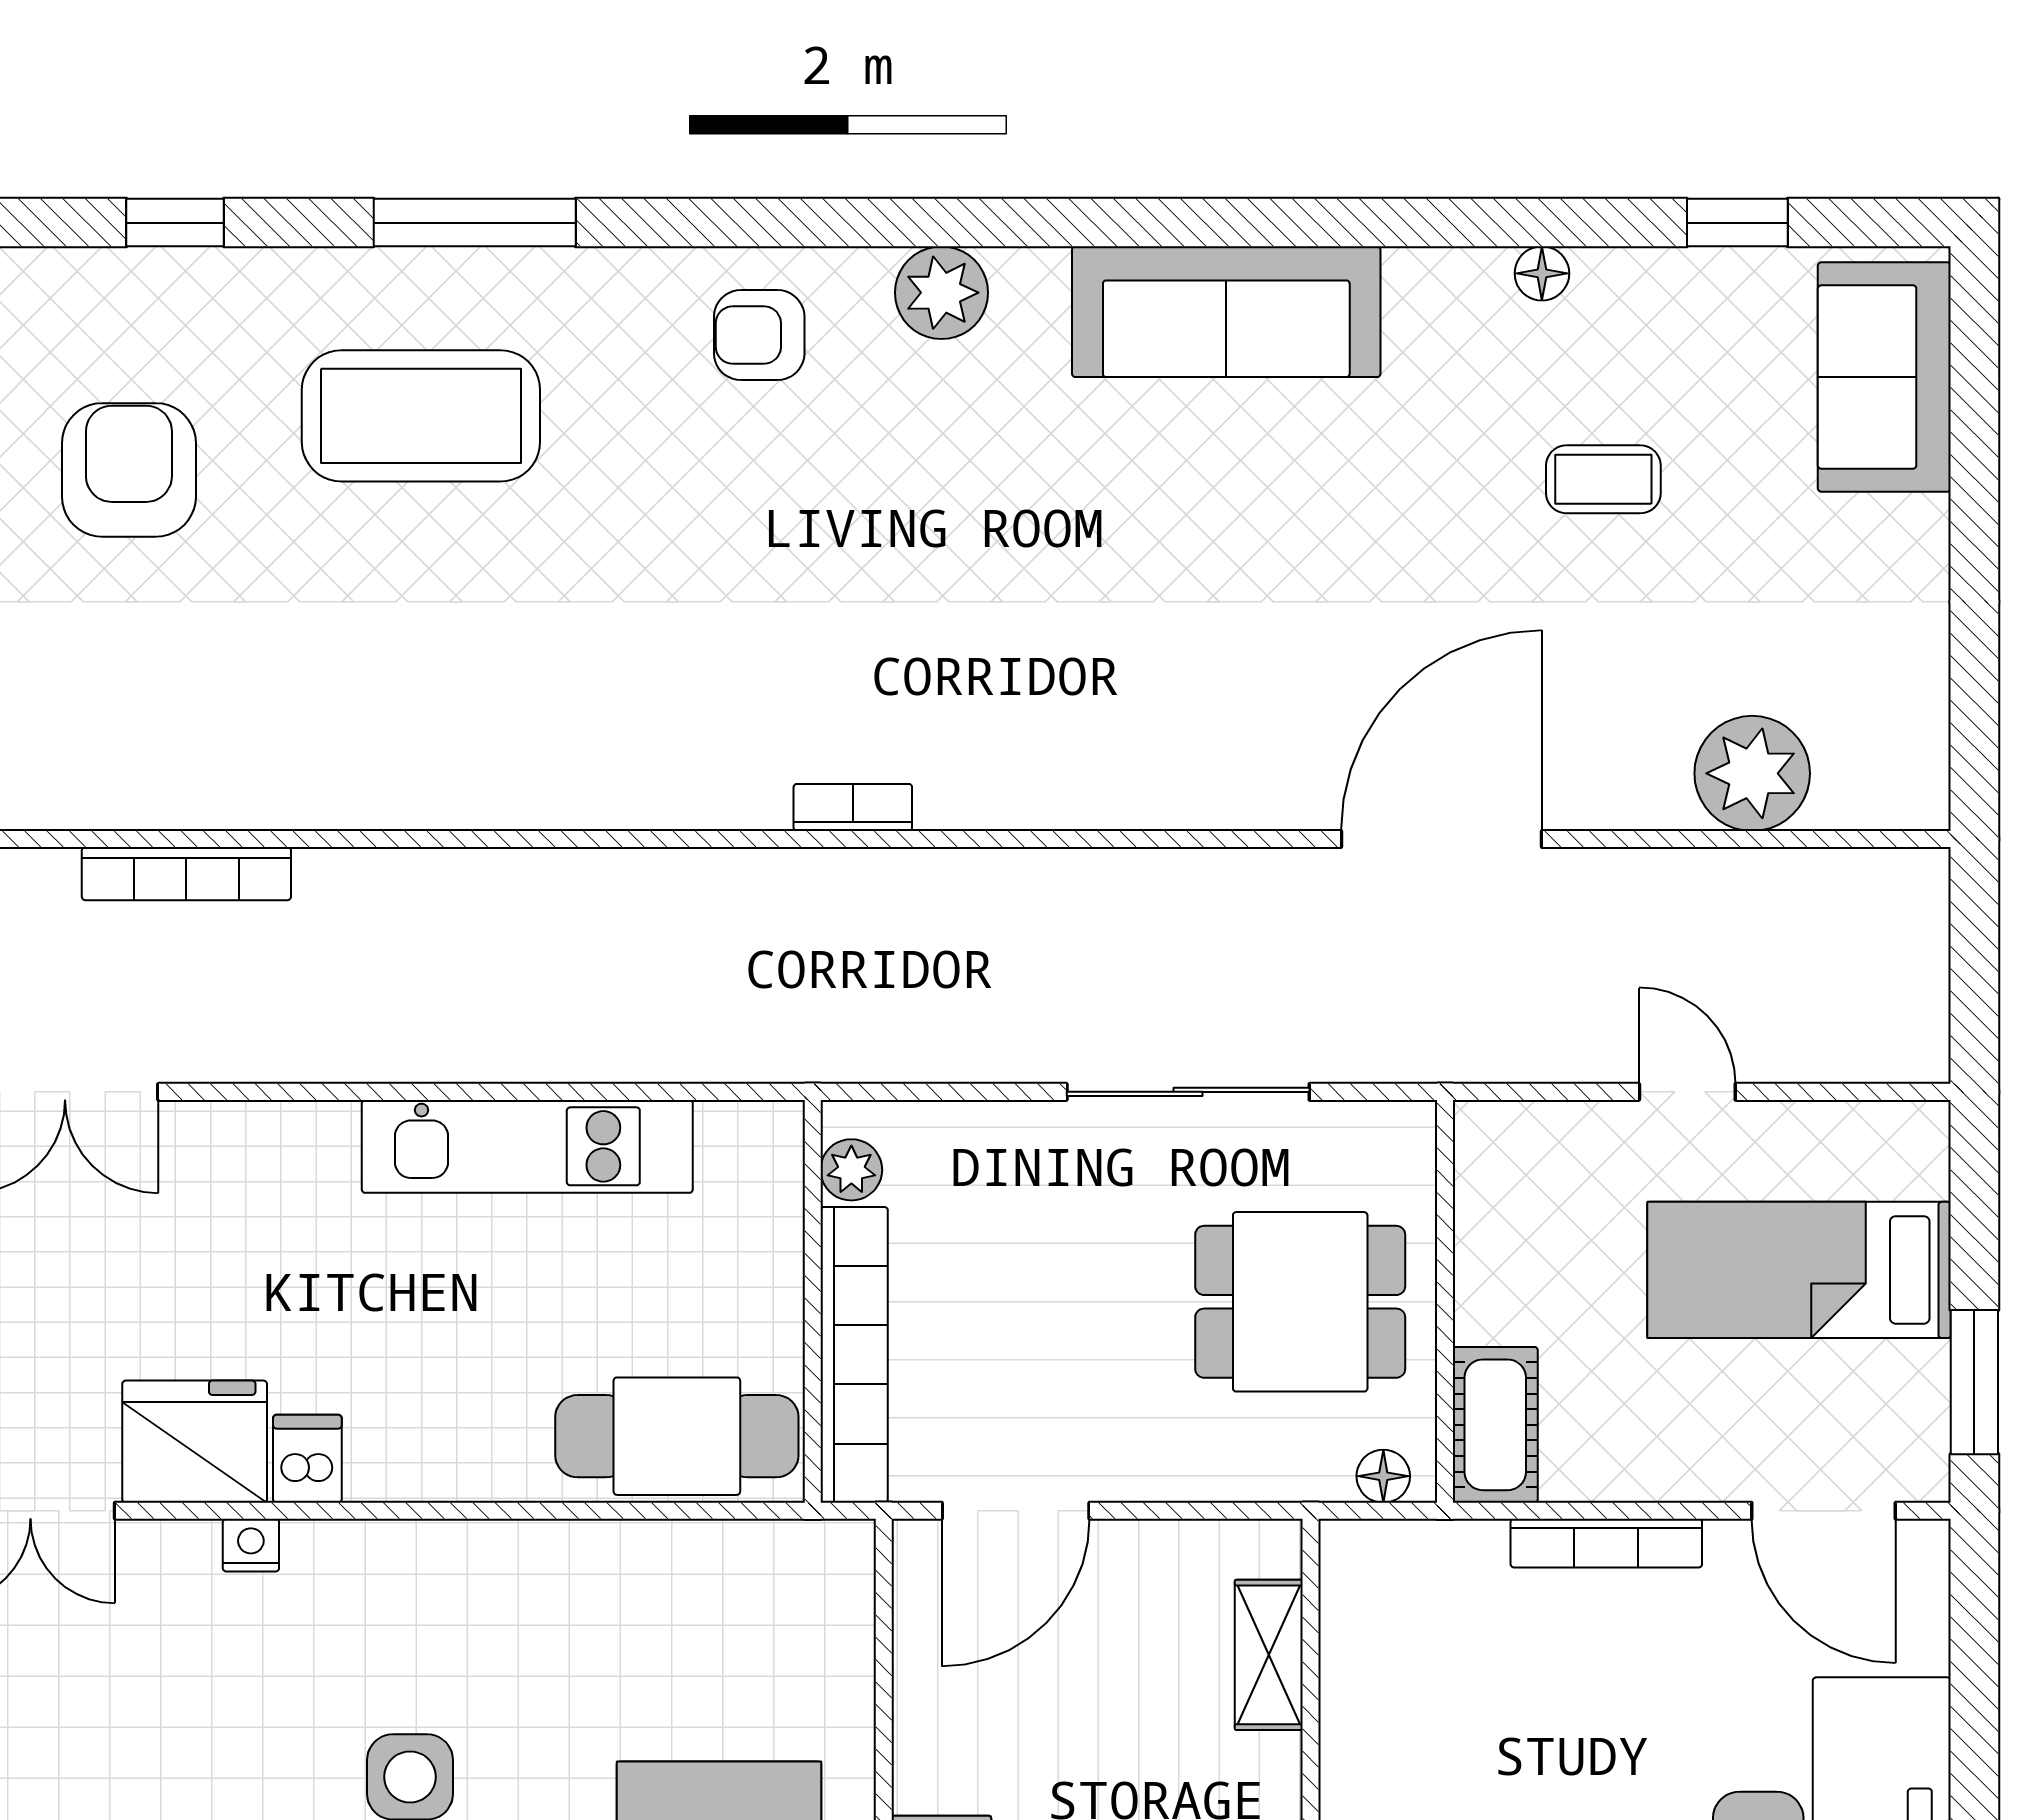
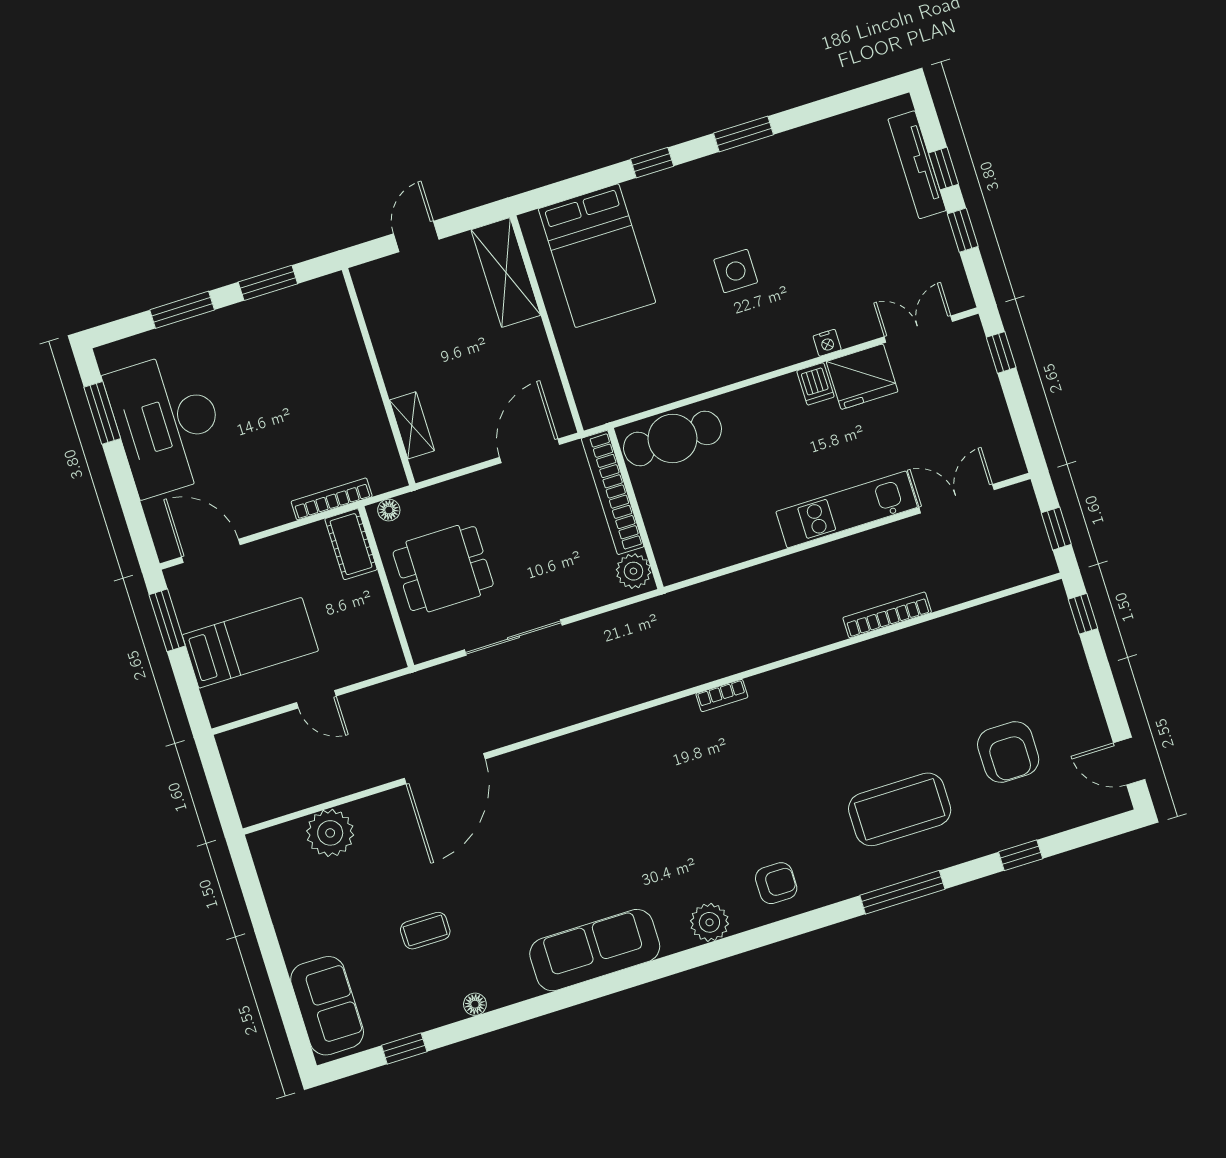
bookcase: (853, 807) -> (722, 695), moved
bookcase: (186, 874) -> (887, 615), moved
kitchen unit: (527, 1146) -> (847, 509), moved
plant: (851, 1170) -> (633, 571), width x1.38, depth x1.38
bookcase: (1606, 1543) -> (332, 499), moved

